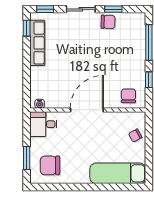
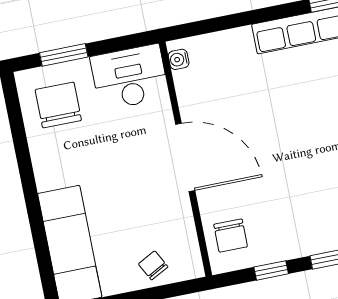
chair: (128, 96) -> (231, 236), turned 90
desk: (43, 124) -> (130, 77), width x1.37

